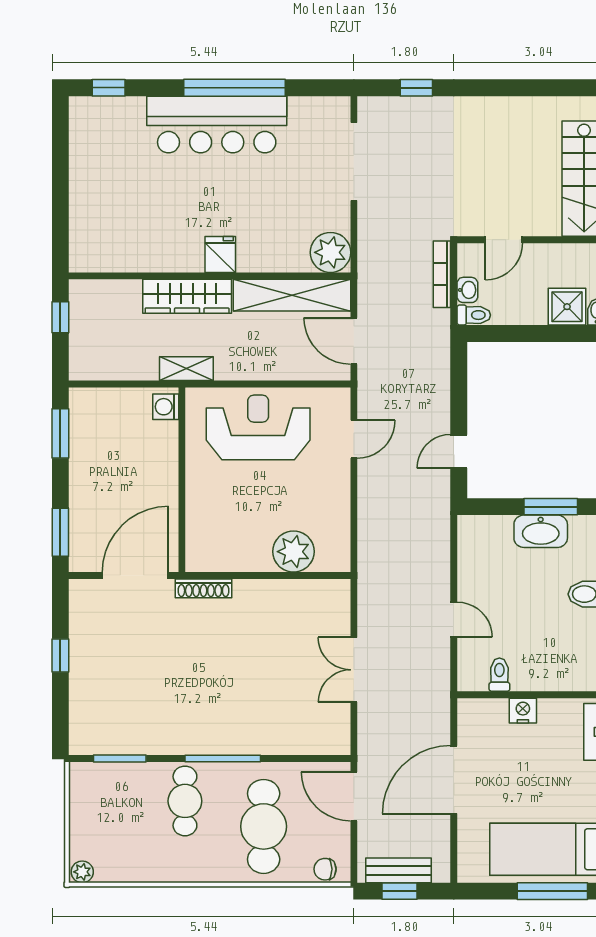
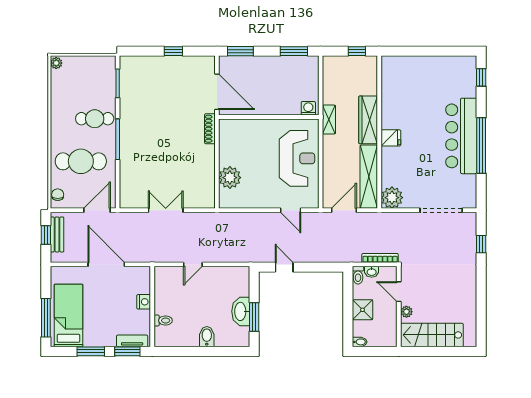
plant: (541, 226) -> (406, 312), added
shower: (567, 307) -> (363, 310), moved
toilet: (499, 675) -> (163, 320), moved

